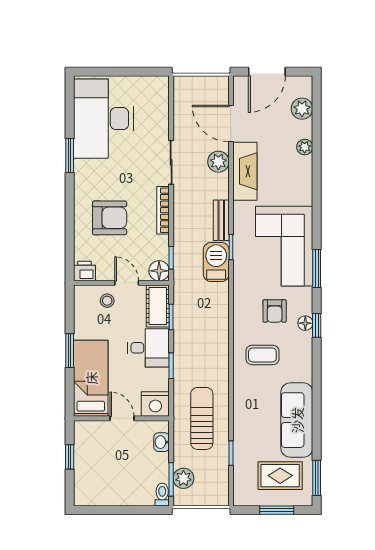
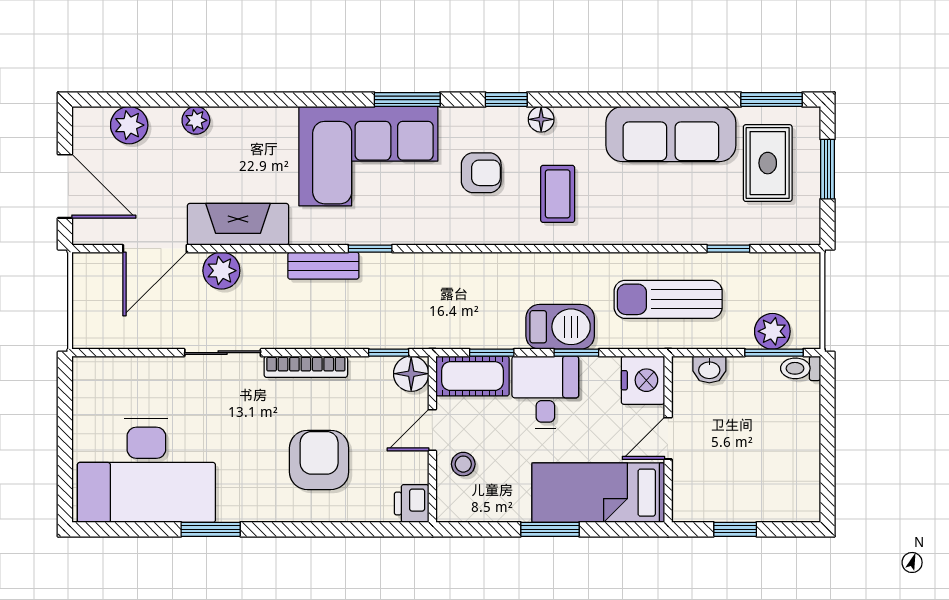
barbecue: (216, 262) -> (560, 327), moved, turned 180
floor lamp: (305, 323) -> (541, 119), moved

